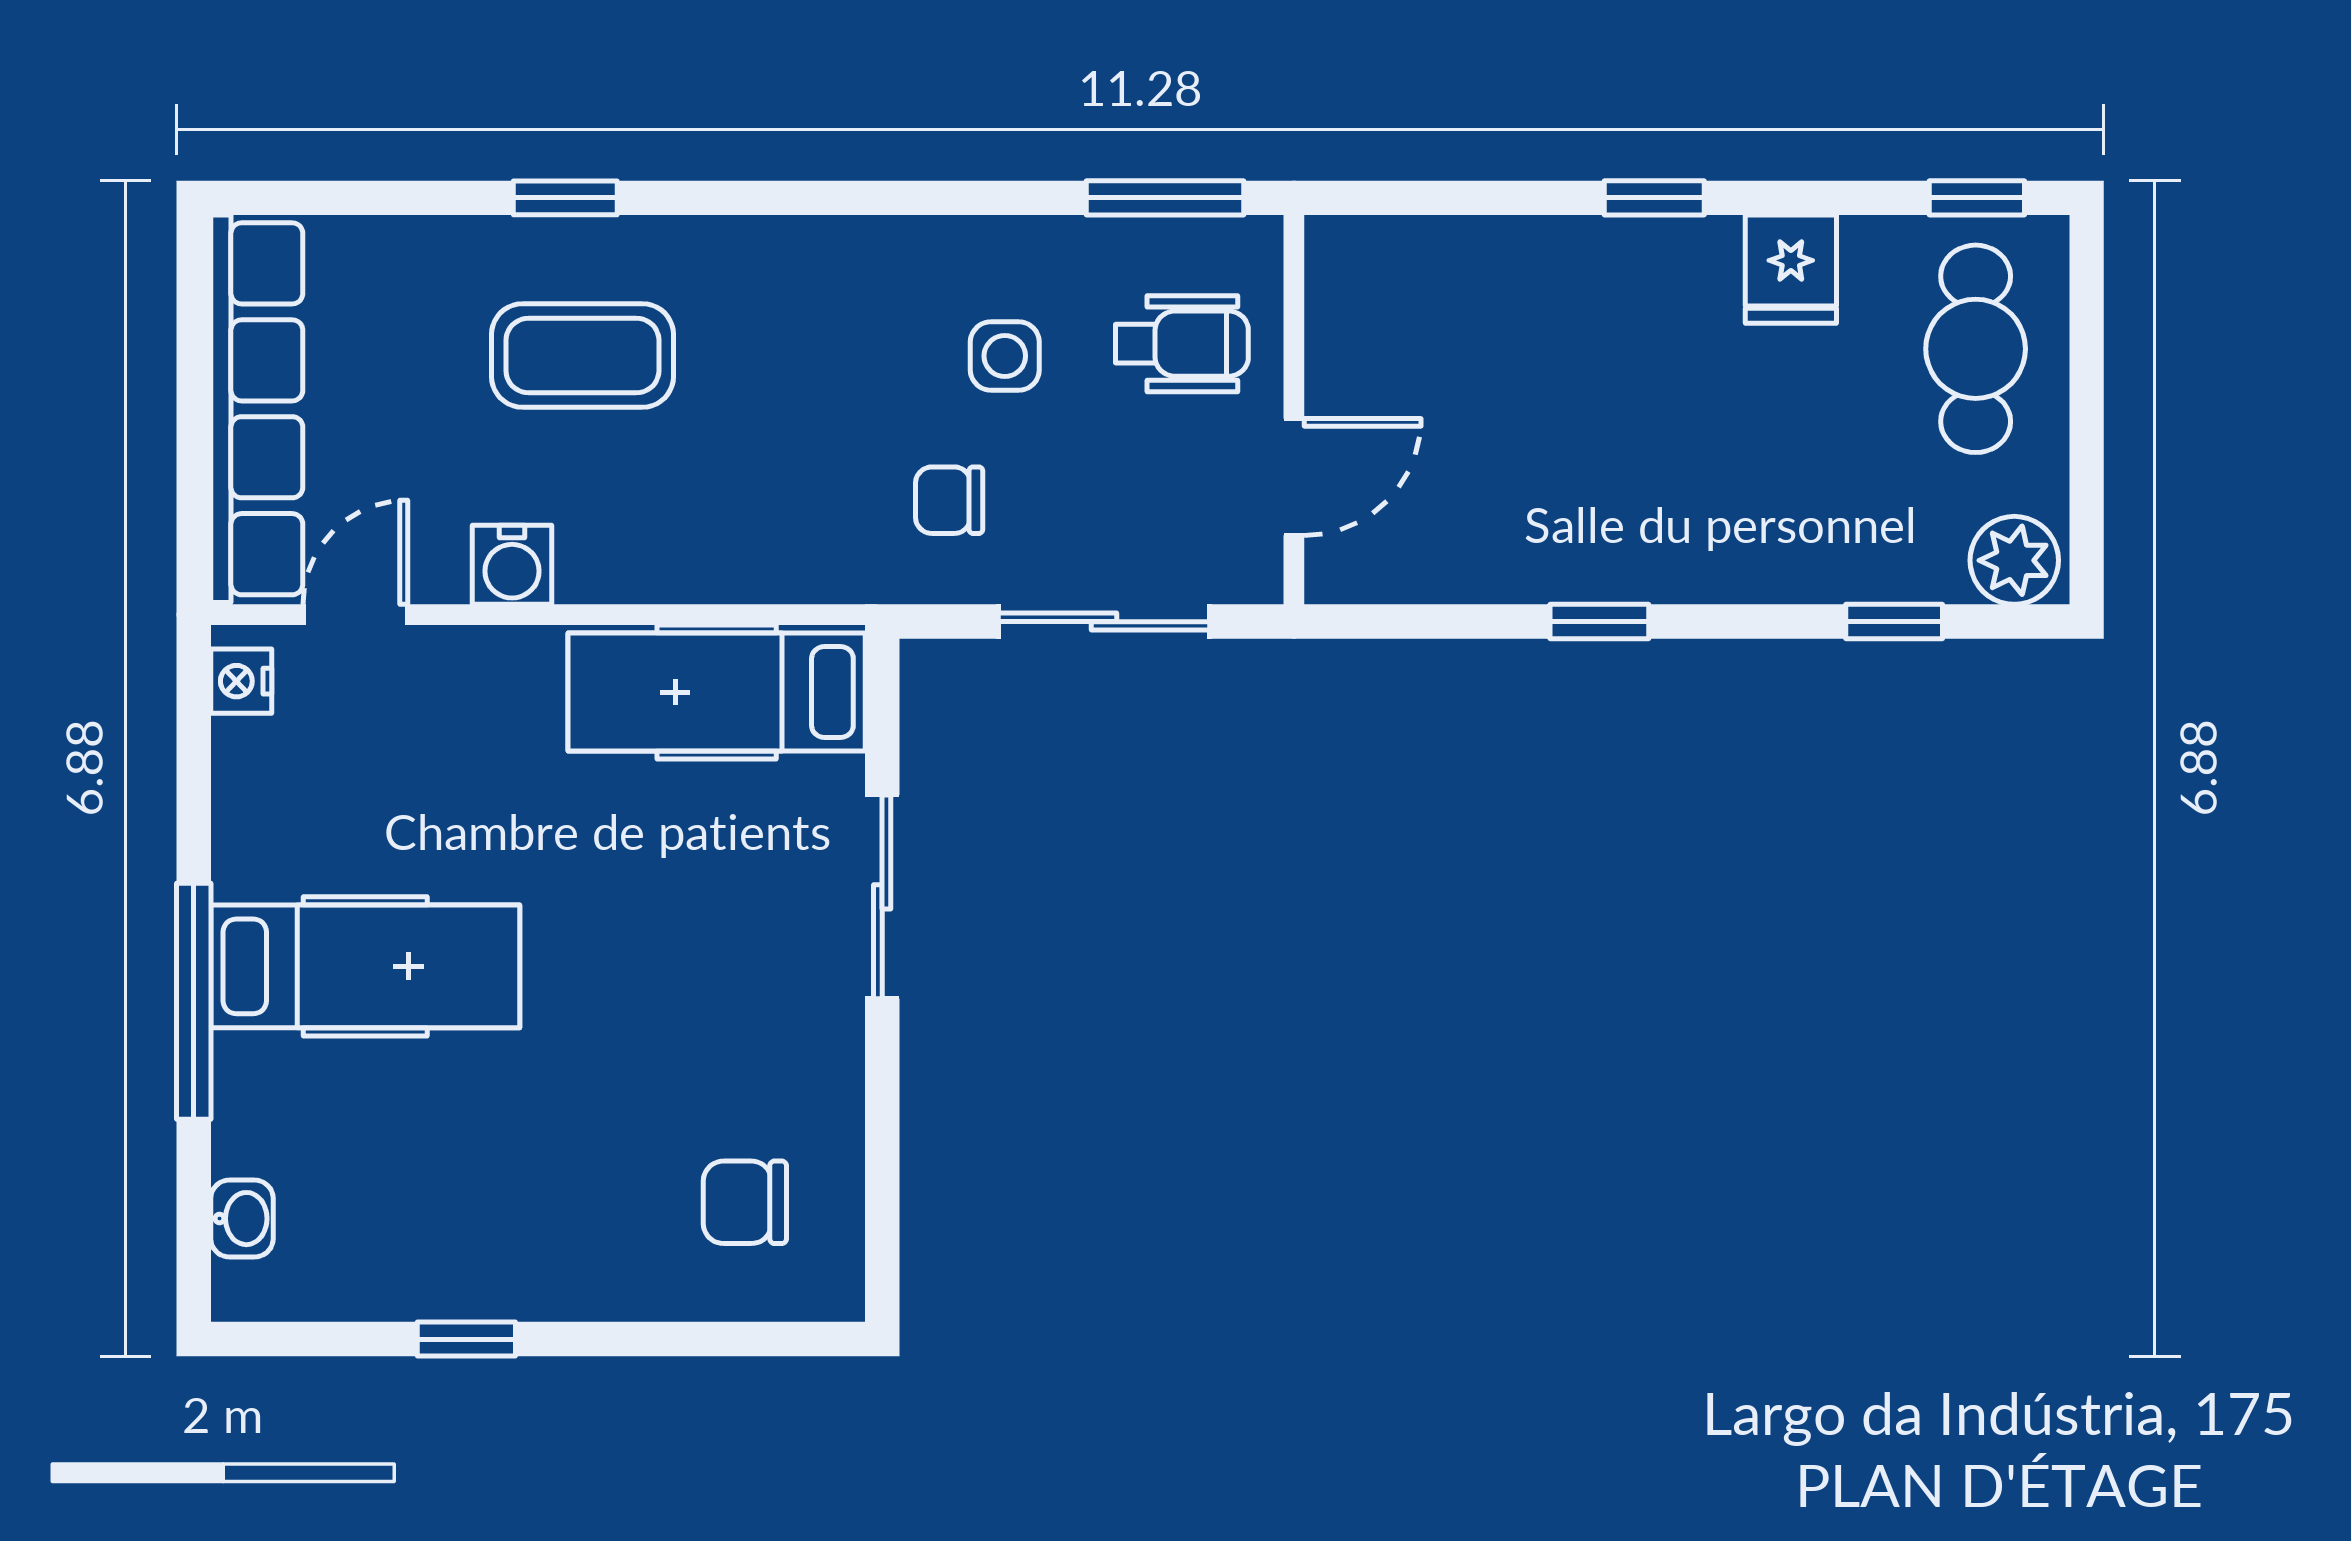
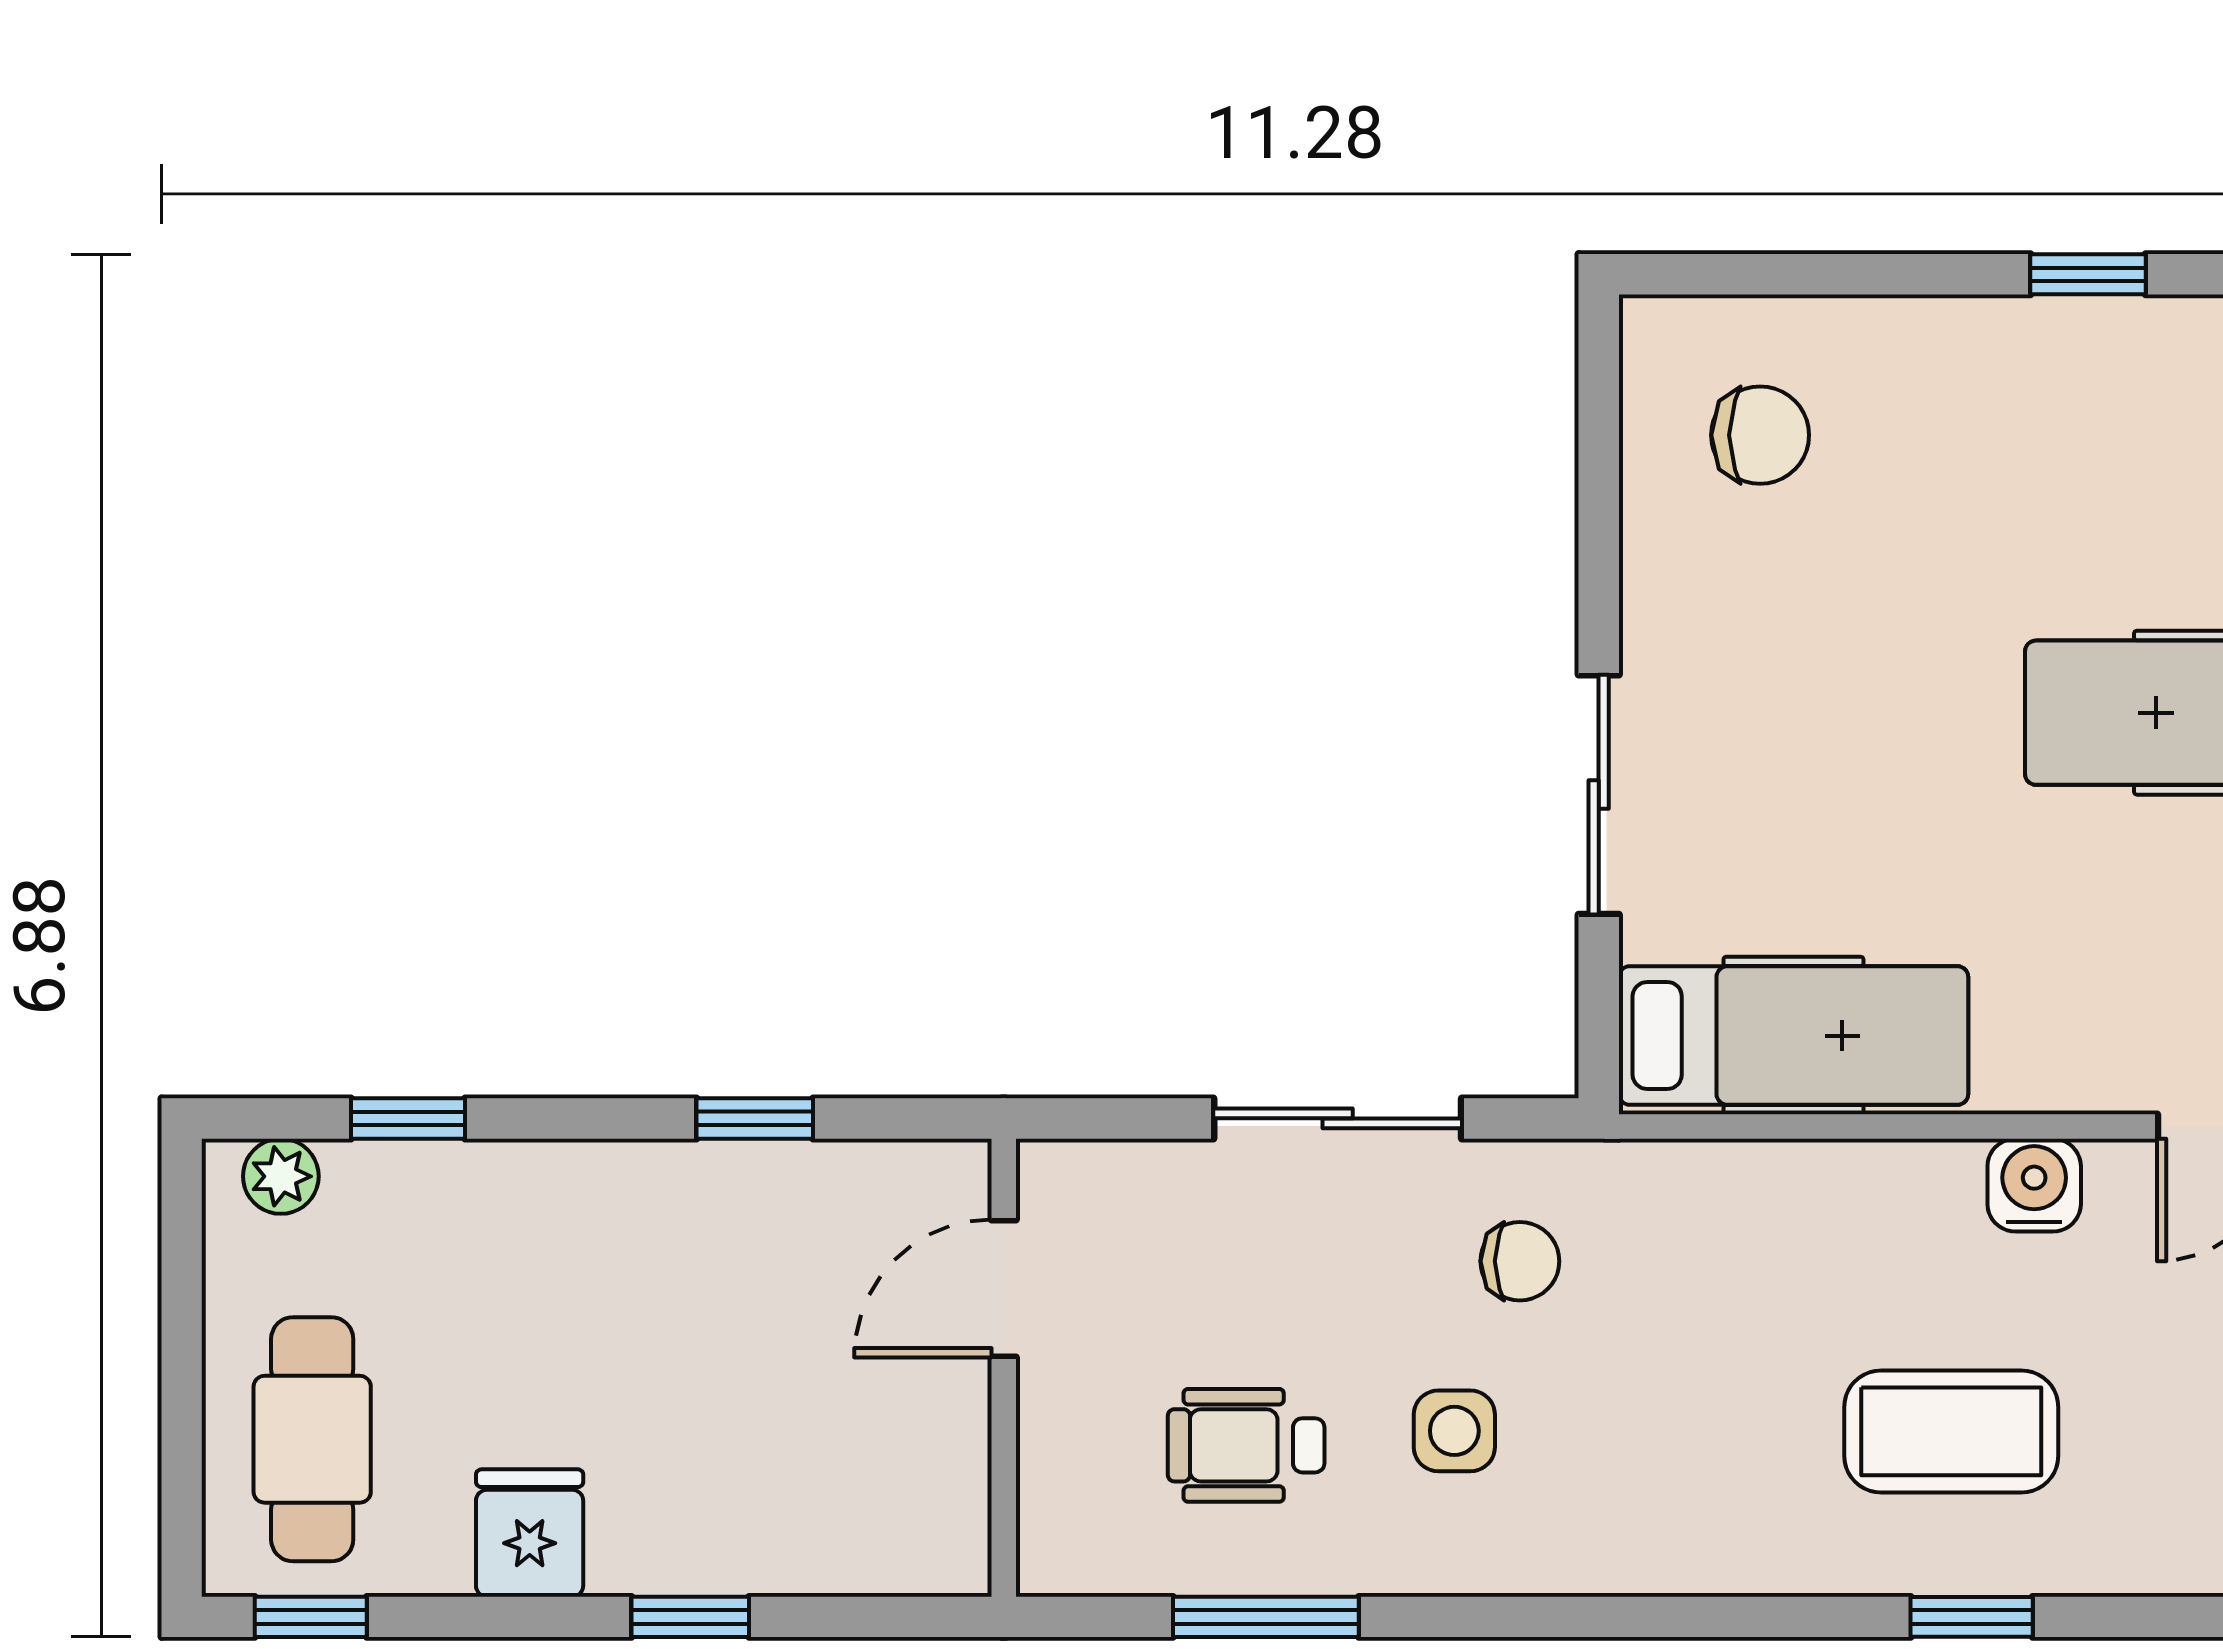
wall: (1294, 410) -> (1004, 1368), moved
door: (1294, 477) -> (1004, 1289), moved
plant: (2014, 560) -> (281, 1176), width x0.73, depth x0.73

